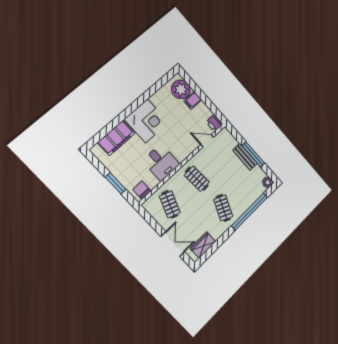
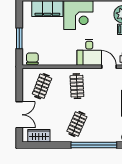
desk: (161, 162) -> (89, 52), moved

